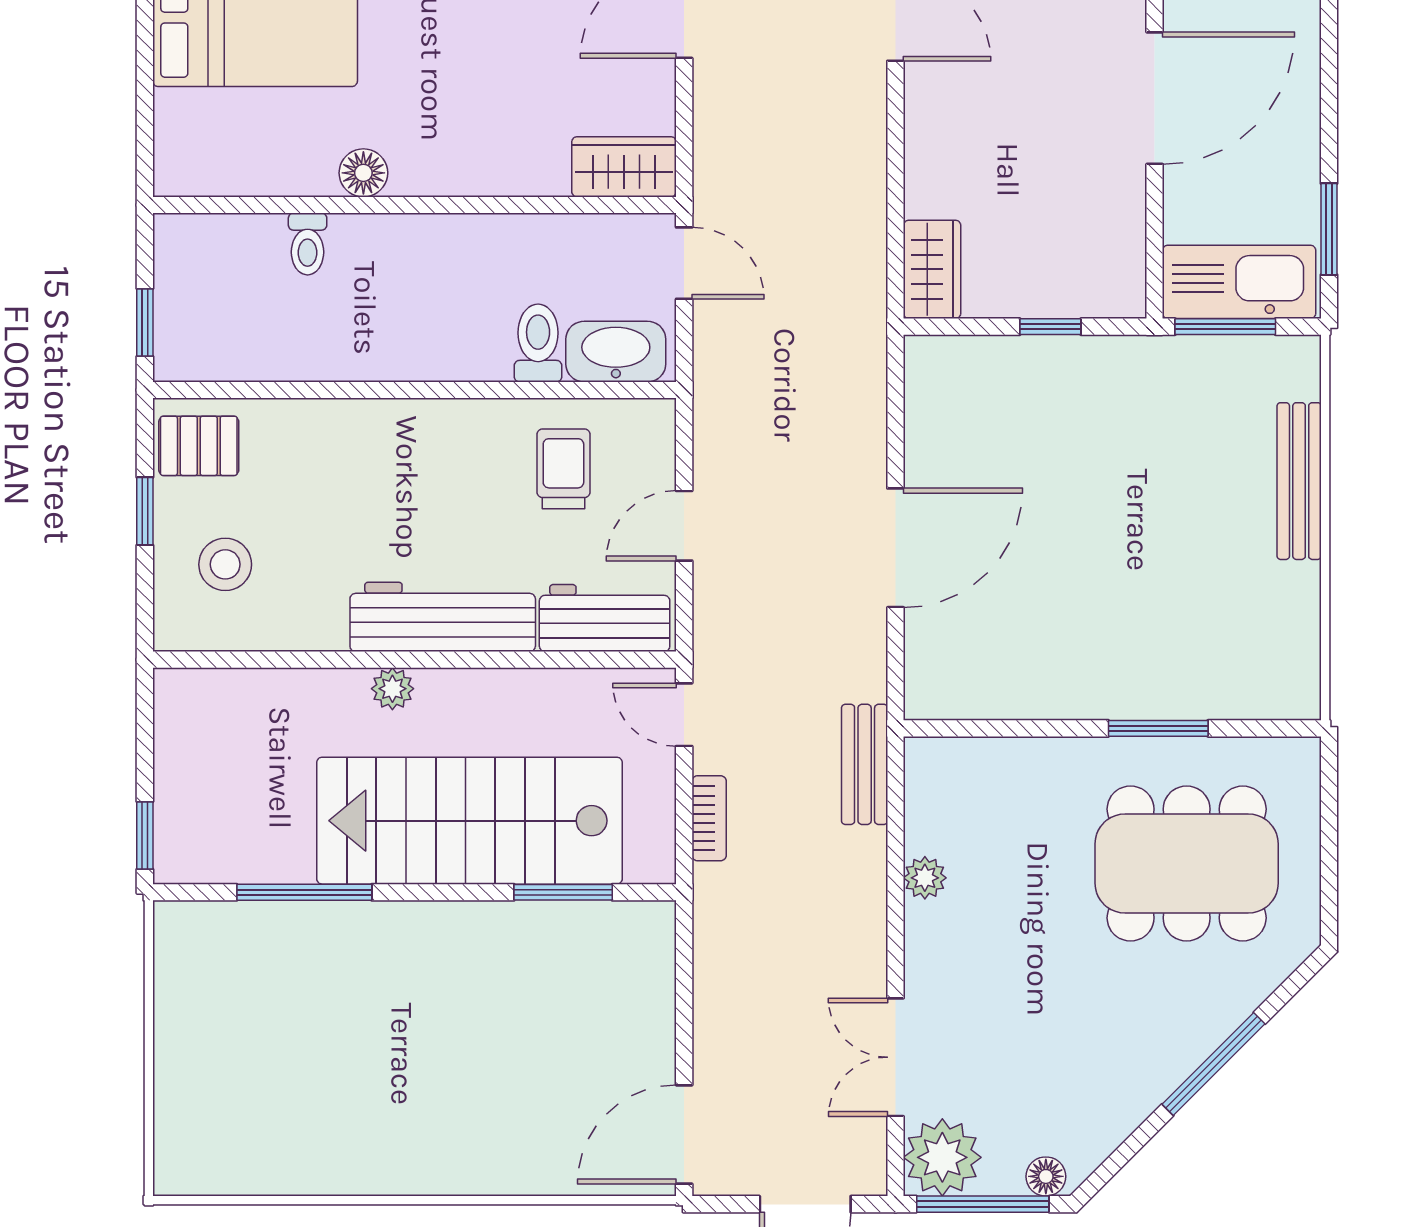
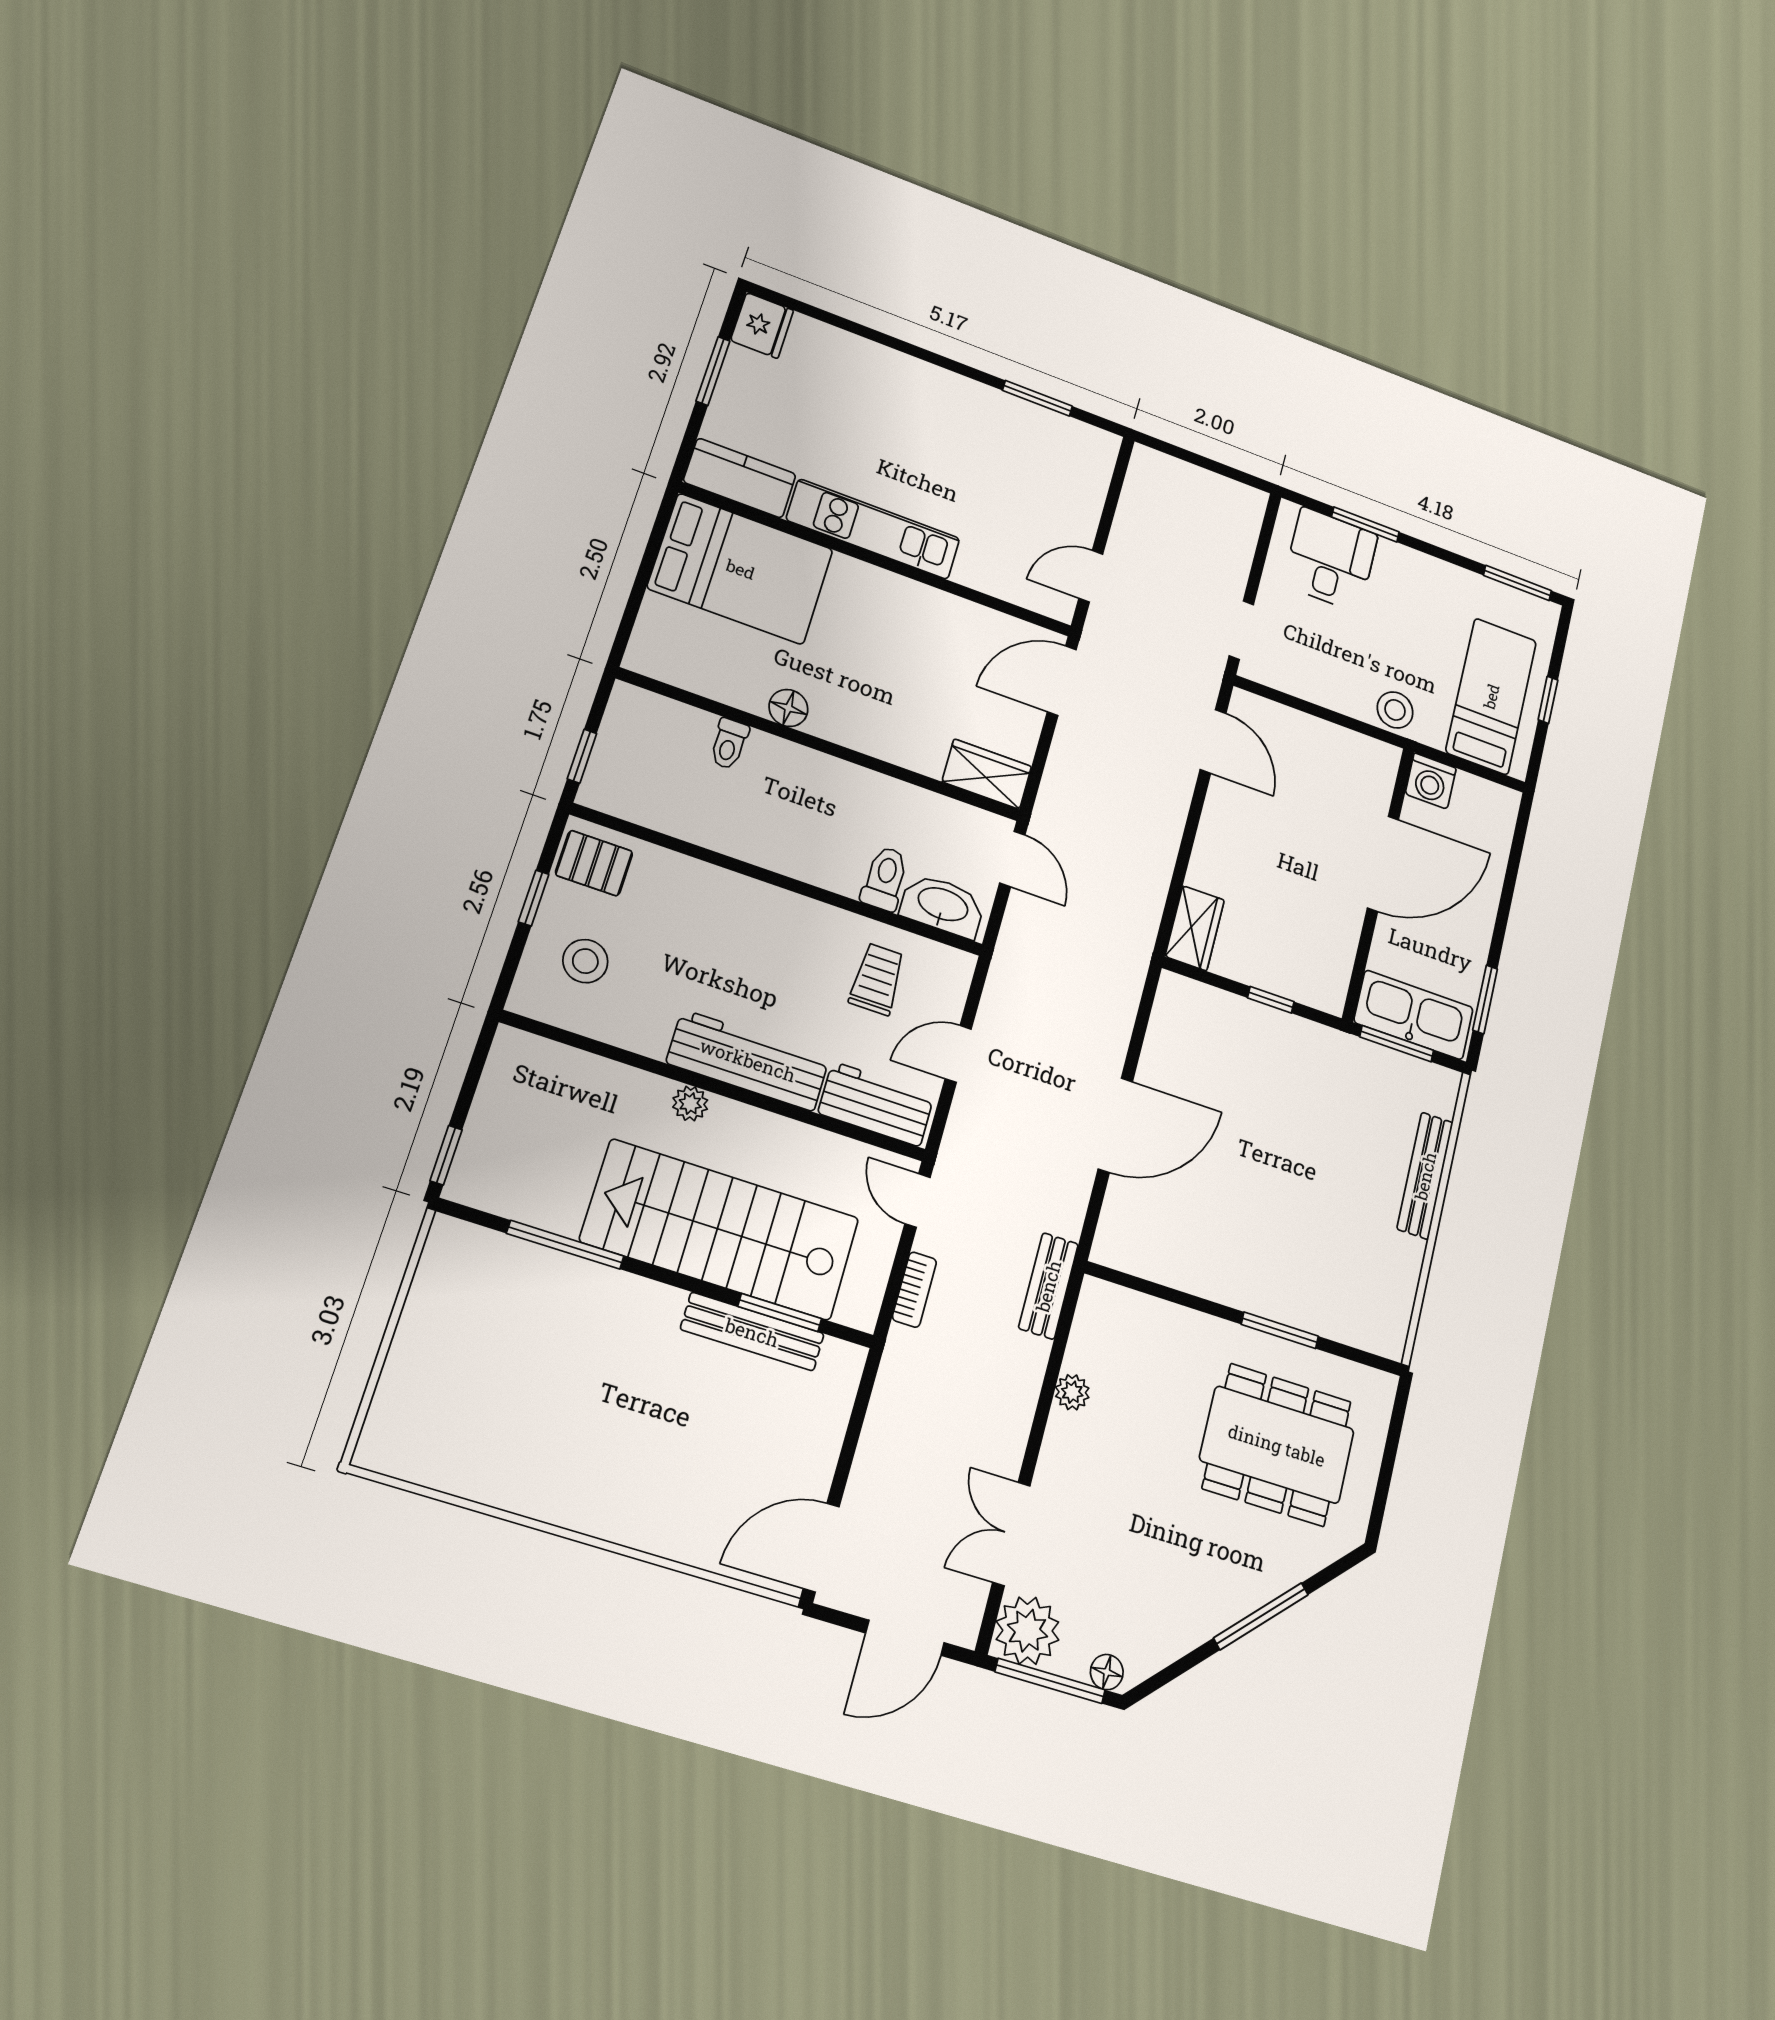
bench: (539, 923) -> (752, 1332), added

